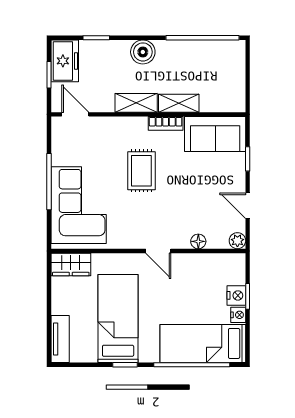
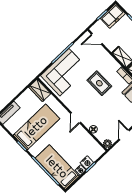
door: (75, 114) -> (97, 39), swing flipped
rug: (141, 171) -> (99, 83), turned 90

